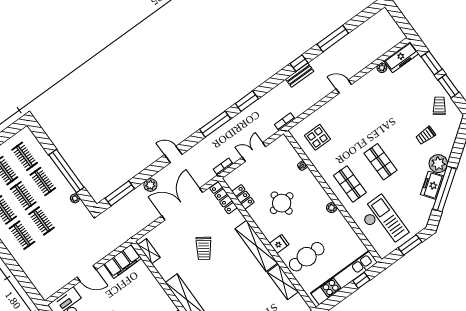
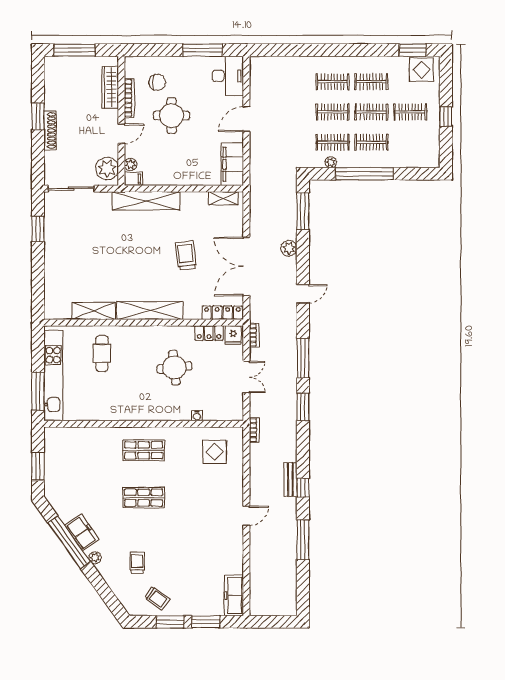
plant: (382, 68) -> (237, 568), removed
clothes rail: (25, 156) -> (333, 142), moved
plant: (438, 164) -> (95, 558), width x0.53, depth x0.53
double door: (182, 204) -> (246, 266), swing flipped
plant: (332, 208) -> (133, 415), removed
checkout: (383, 222) -> (81, 456), removed
fridge: (279, 244) -> (233, 335), moved
trolley: (204, 248) -> (186, 256), turned 49
cafe table: (307, 257) -> (102, 353), width x0.73, depth x0.74
window: (361, 280) -> (38, 391), width x2.17

